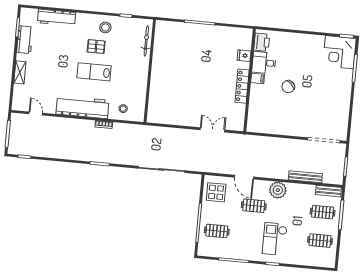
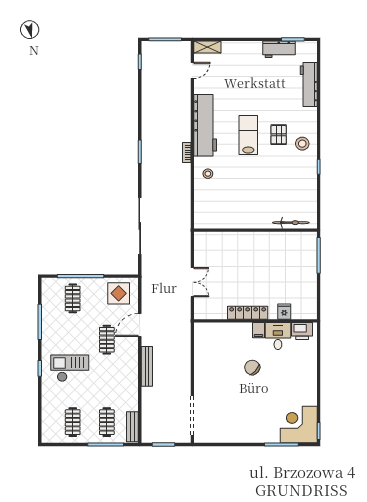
bicycle: (146, 41) -> (291, 223), moved
wall: (150, 71) -> (255, 230), moved
shelving: (20, 72) -> (207, 47), moved
bench: (305, 177) -> (147, 366), moved
plant: (278, 190) -> (128, 366), removed

